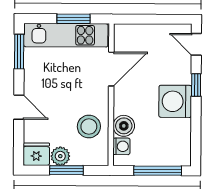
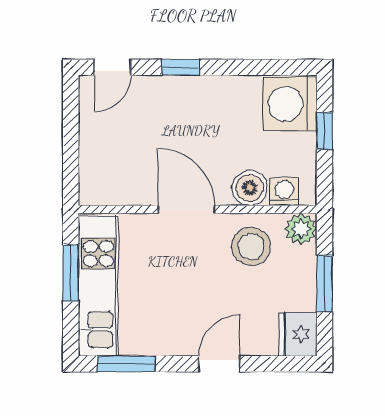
door: (111, 69) -> (187, 209), moved
washing machine: (175, 101) -> (290, 104), moved, turned 90
plant: (60, 156) -> (301, 229), moved
window: (158, 171) -> (325, 131), width x0.46

